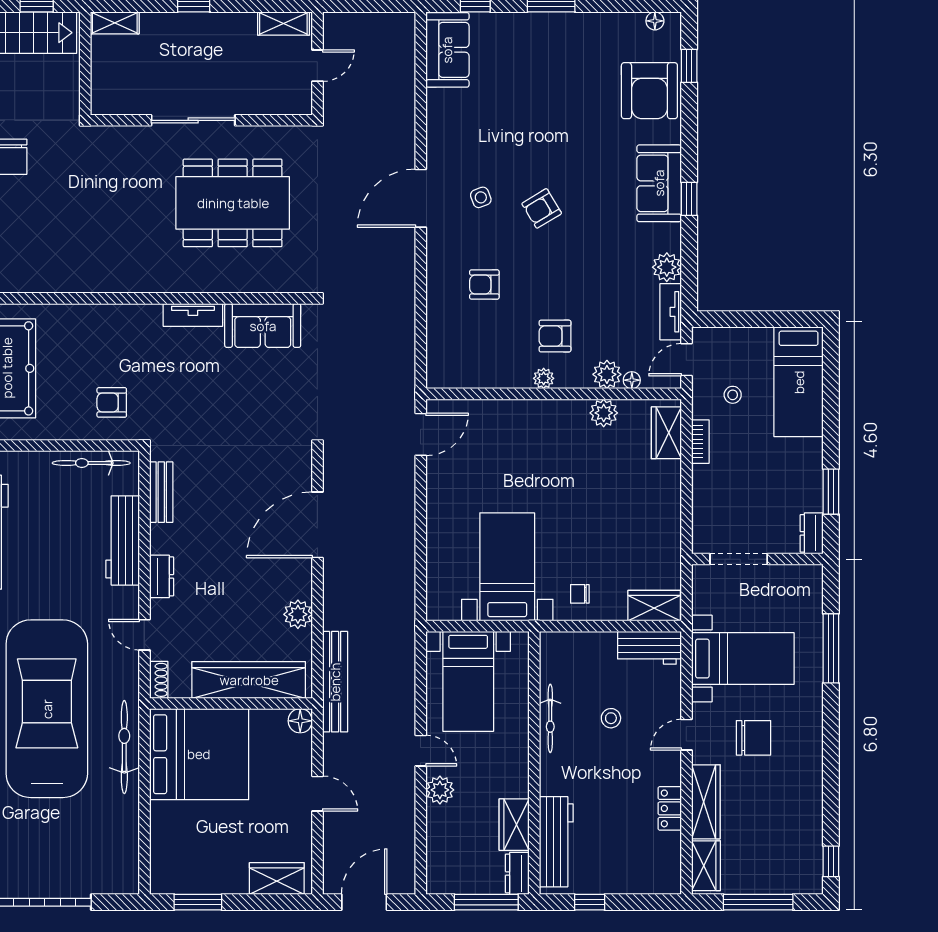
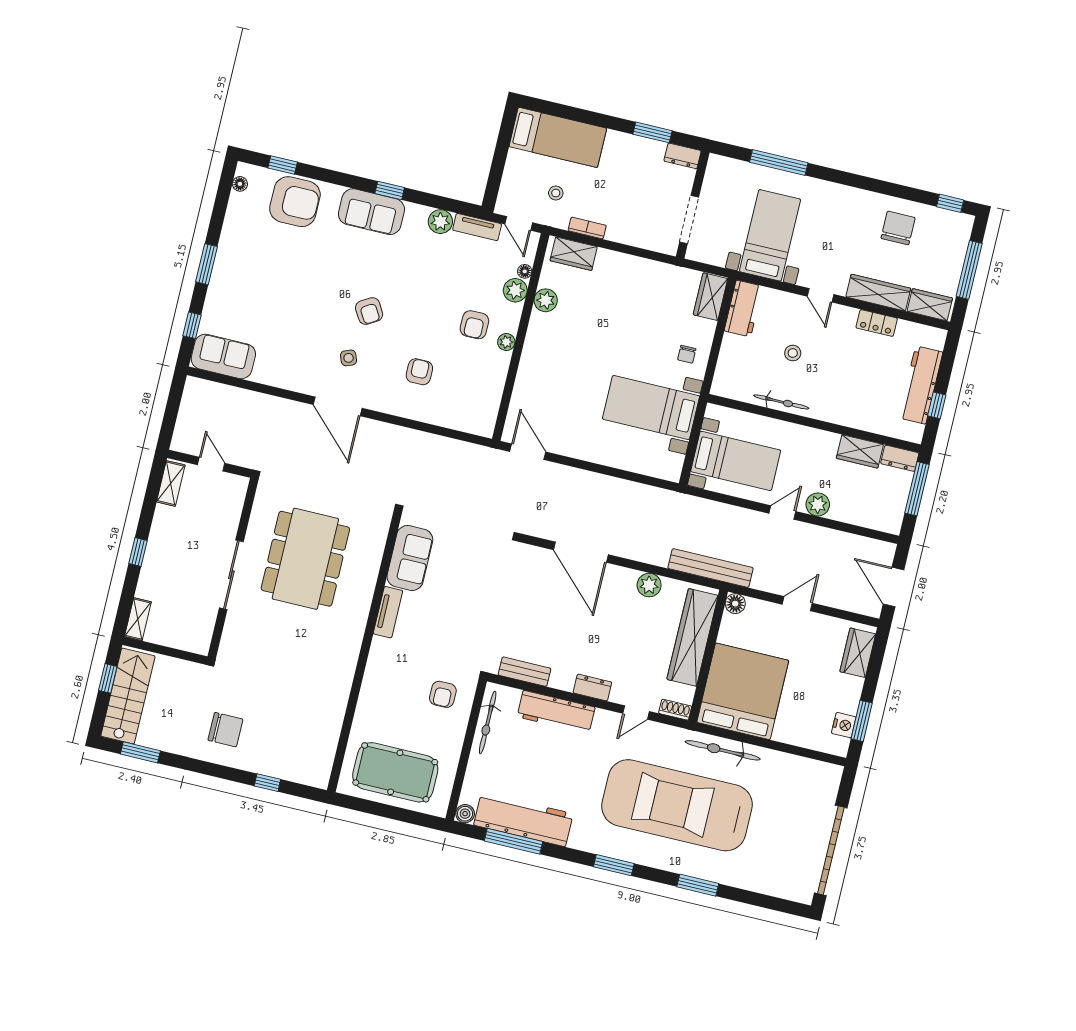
armchair: (484, 284) -> (419, 372), turned 180
chair: (753, 738) -> (898, 228), moved
workbench: (556, 842) -> (921, 385), moved, turned -90
nightstand: (188, 882) -> (844, 725), added

